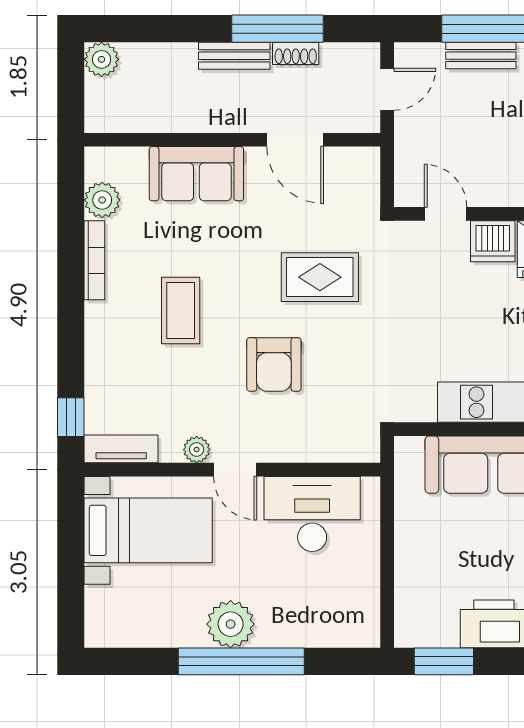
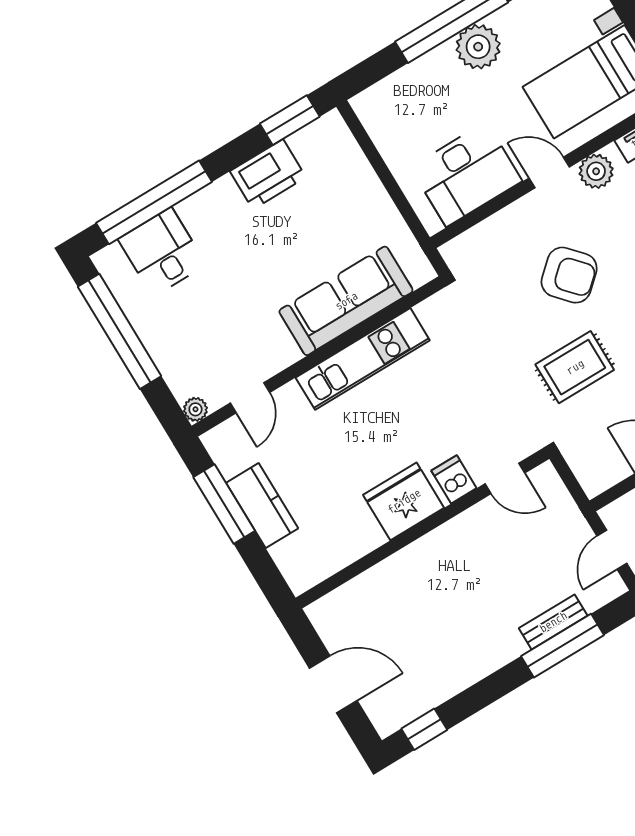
dishwasher: (493, 241) -> (454, 479), width x0.73
armchair: (274, 364) -> (569, 275), turned 138
plant: (197, 450) -> (596, 171), width x1.38, depth x1.38

